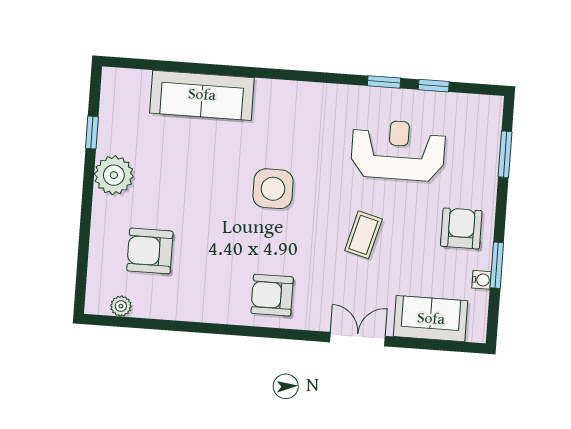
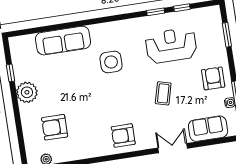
side table: (273, 189) -> (111, 62), moved

